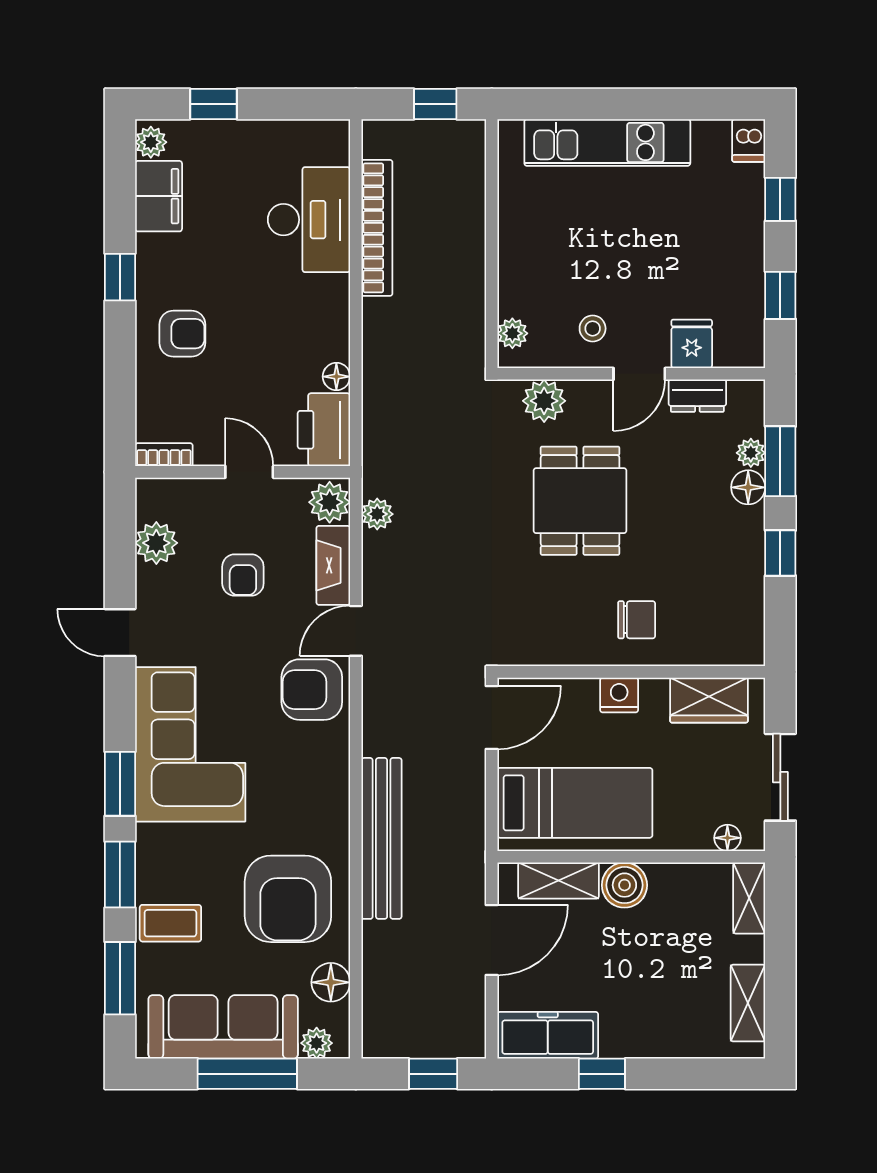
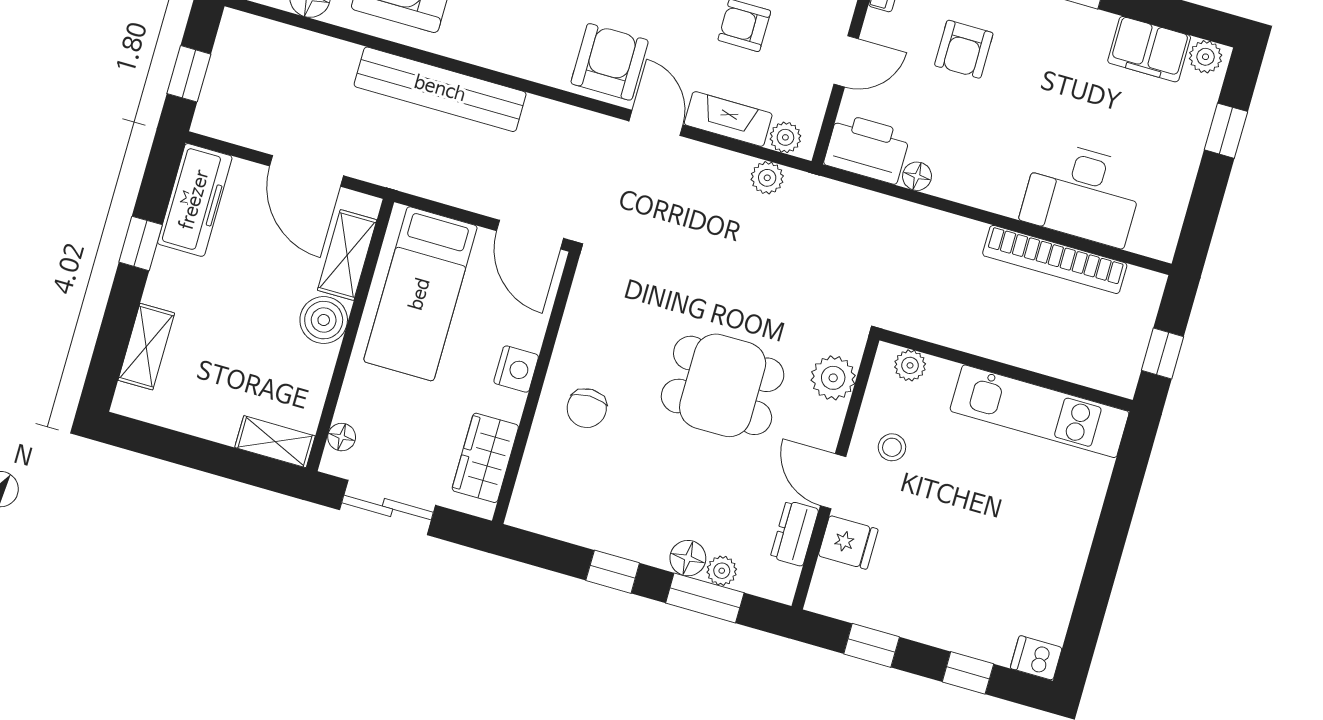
kitchen unit: (607, 142) -> (1040, 411), moved, turned -90
armchair: (182, 334) -> (964, 49), moved
plant: (330, 502) -> (785, 137), width x0.73, depth x0.73
shelving: (748, 1003) -> (146, 347), moved, turned 90

